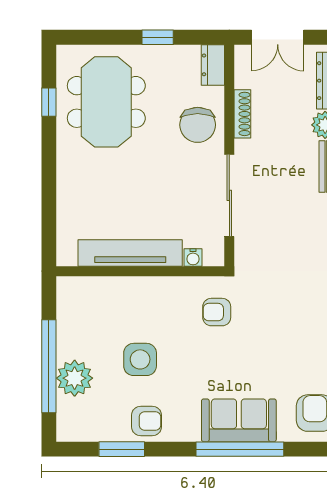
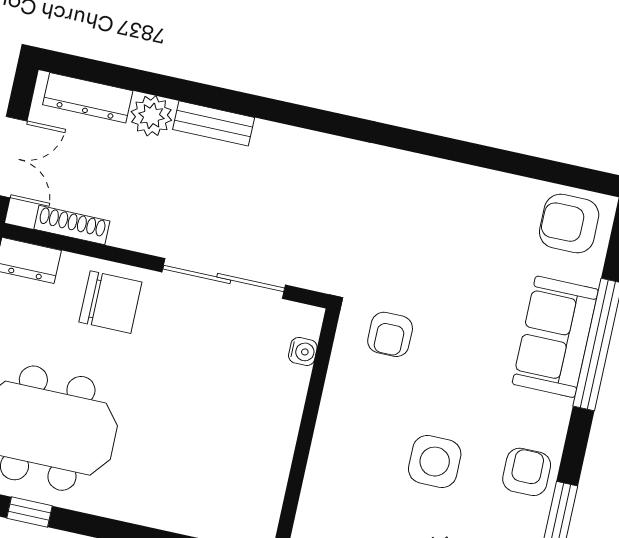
shoe rack: (242, 114) -> (72, 225), moved
tv unit: (130, 253) -> (276, 442), removed

